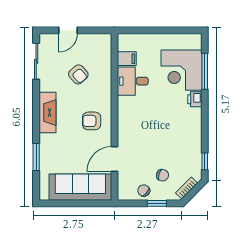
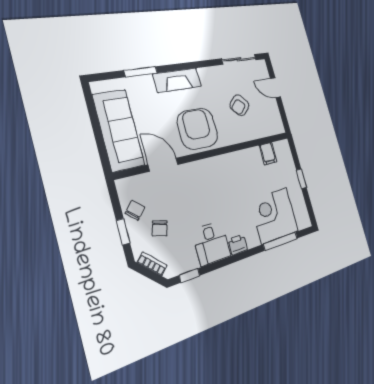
window: (157, 30) -> (301, 179), added
desk: (133, 81) -> (211, 243), moved, turned 180
printer: (195, 99) -> (238, 245), moved
fireplace: (47, 113) -> (177, 80), moved
armchair: (92, 121) -> (197, 129), width x1.88, depth x1.88

